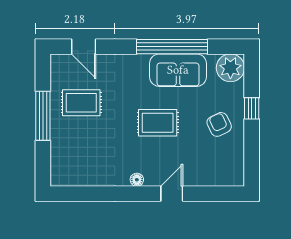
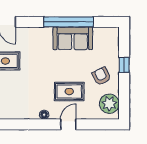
plant: (230, 68) -> (109, 104), moved
rug: (158, 123) -> (69, 91), moved

